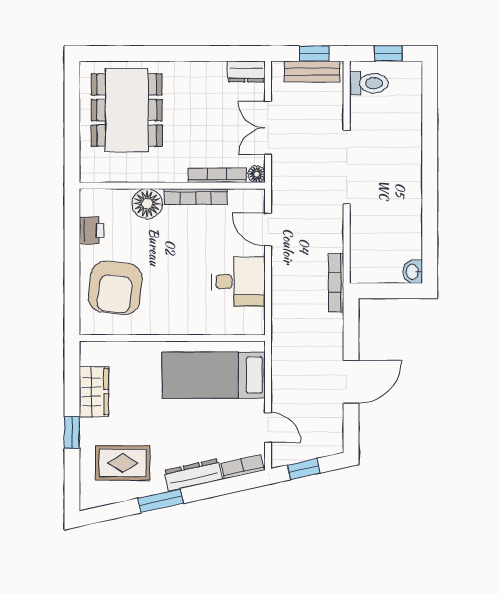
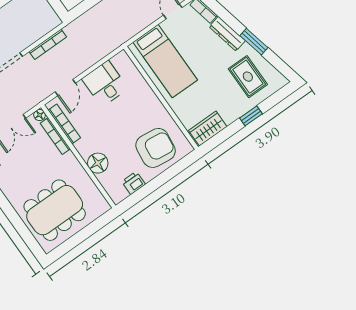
bookcase: (196, 197) -> (64, 124), moved
bookcase: (336, 283) -> (48, 44), moved
wardrobe: (94, 392) -> (208, 129), moved

